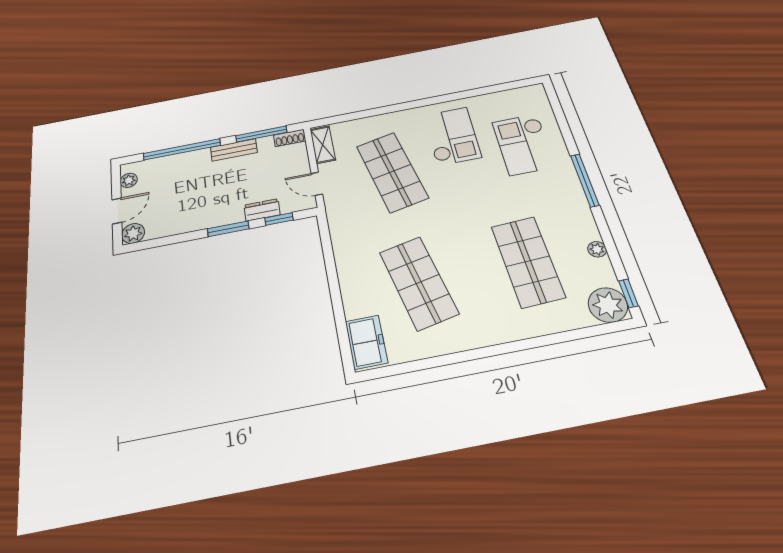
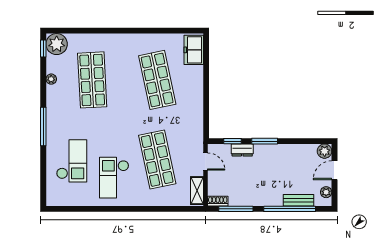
bench: (234, 150) -> (299, 200), moved

